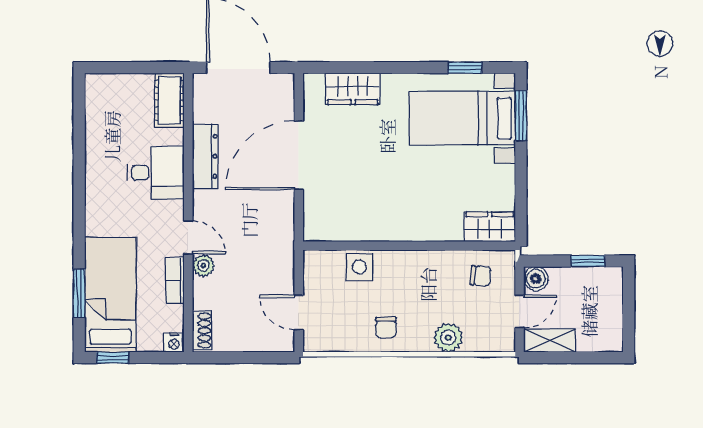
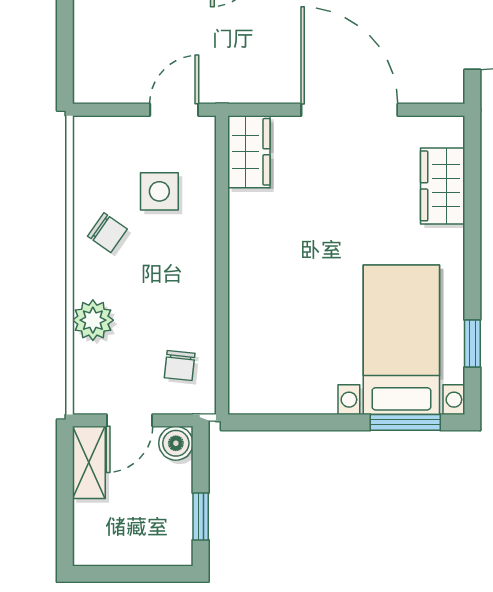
wardrobe: (490, 227) -> (249, 152), moved
side table: (359, 267) -> (159, 191), moved
door: (520, 312) -> (129, 420), hinge flipped
door: (299, 313) -> (174, 110), moved
chair: (386, 327) -> (107, 233), turned -145

